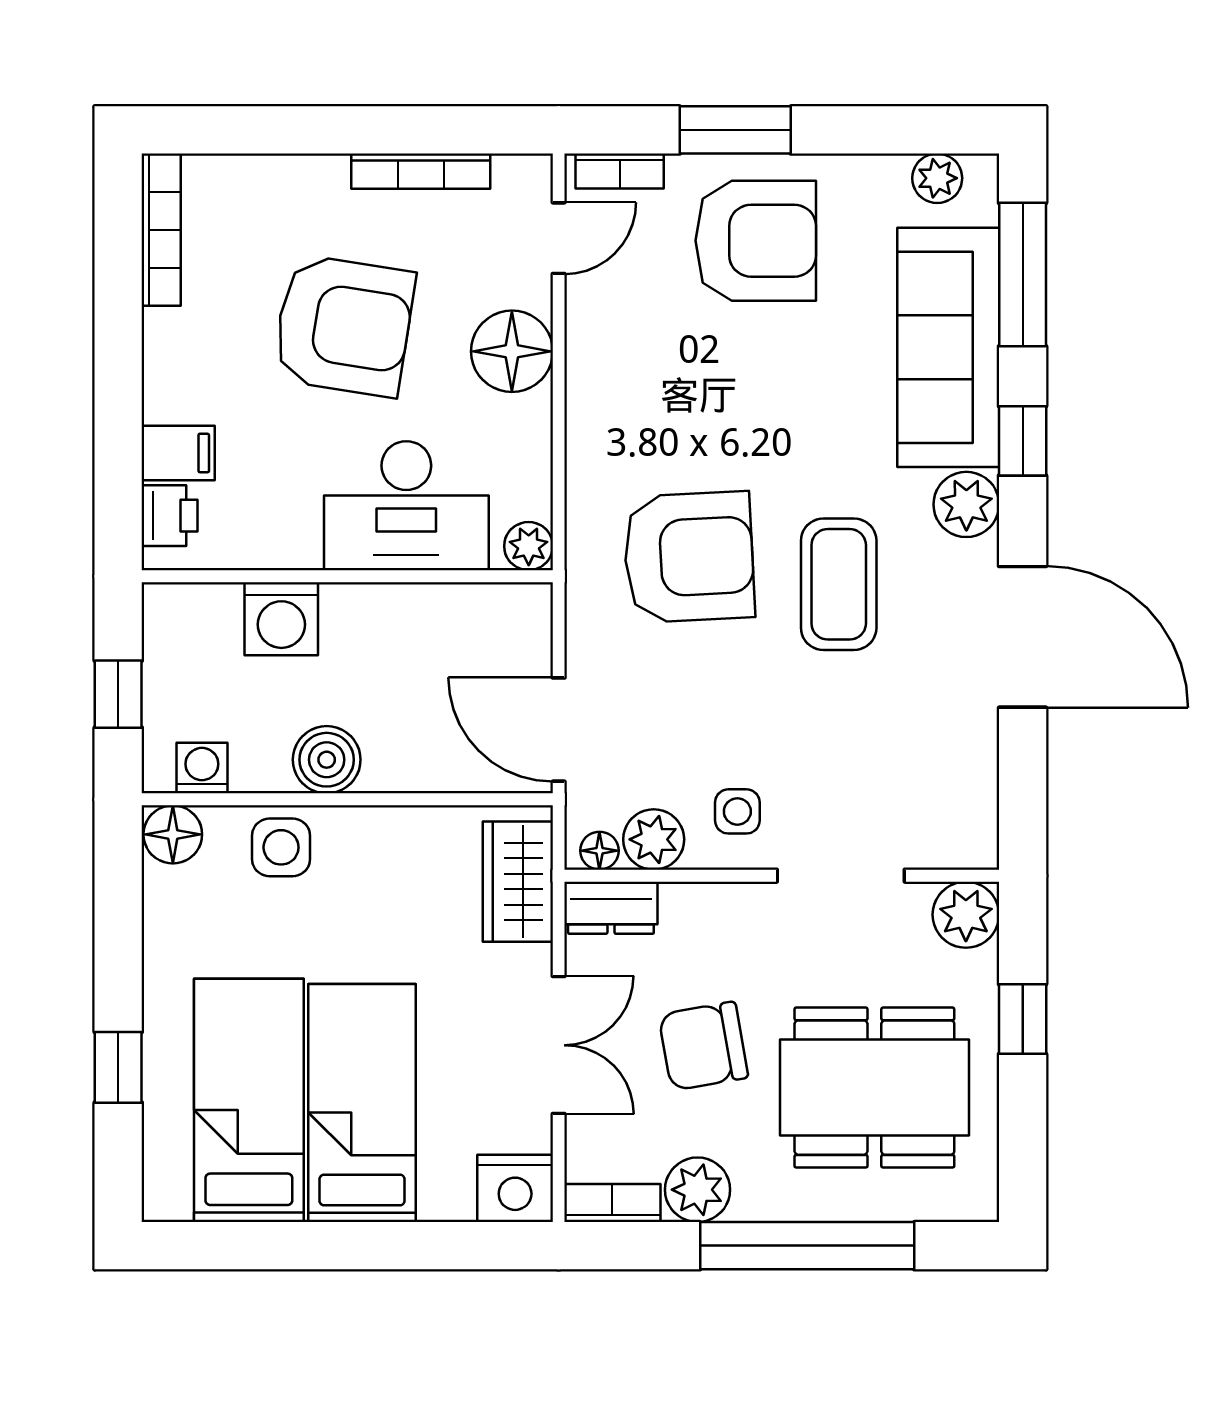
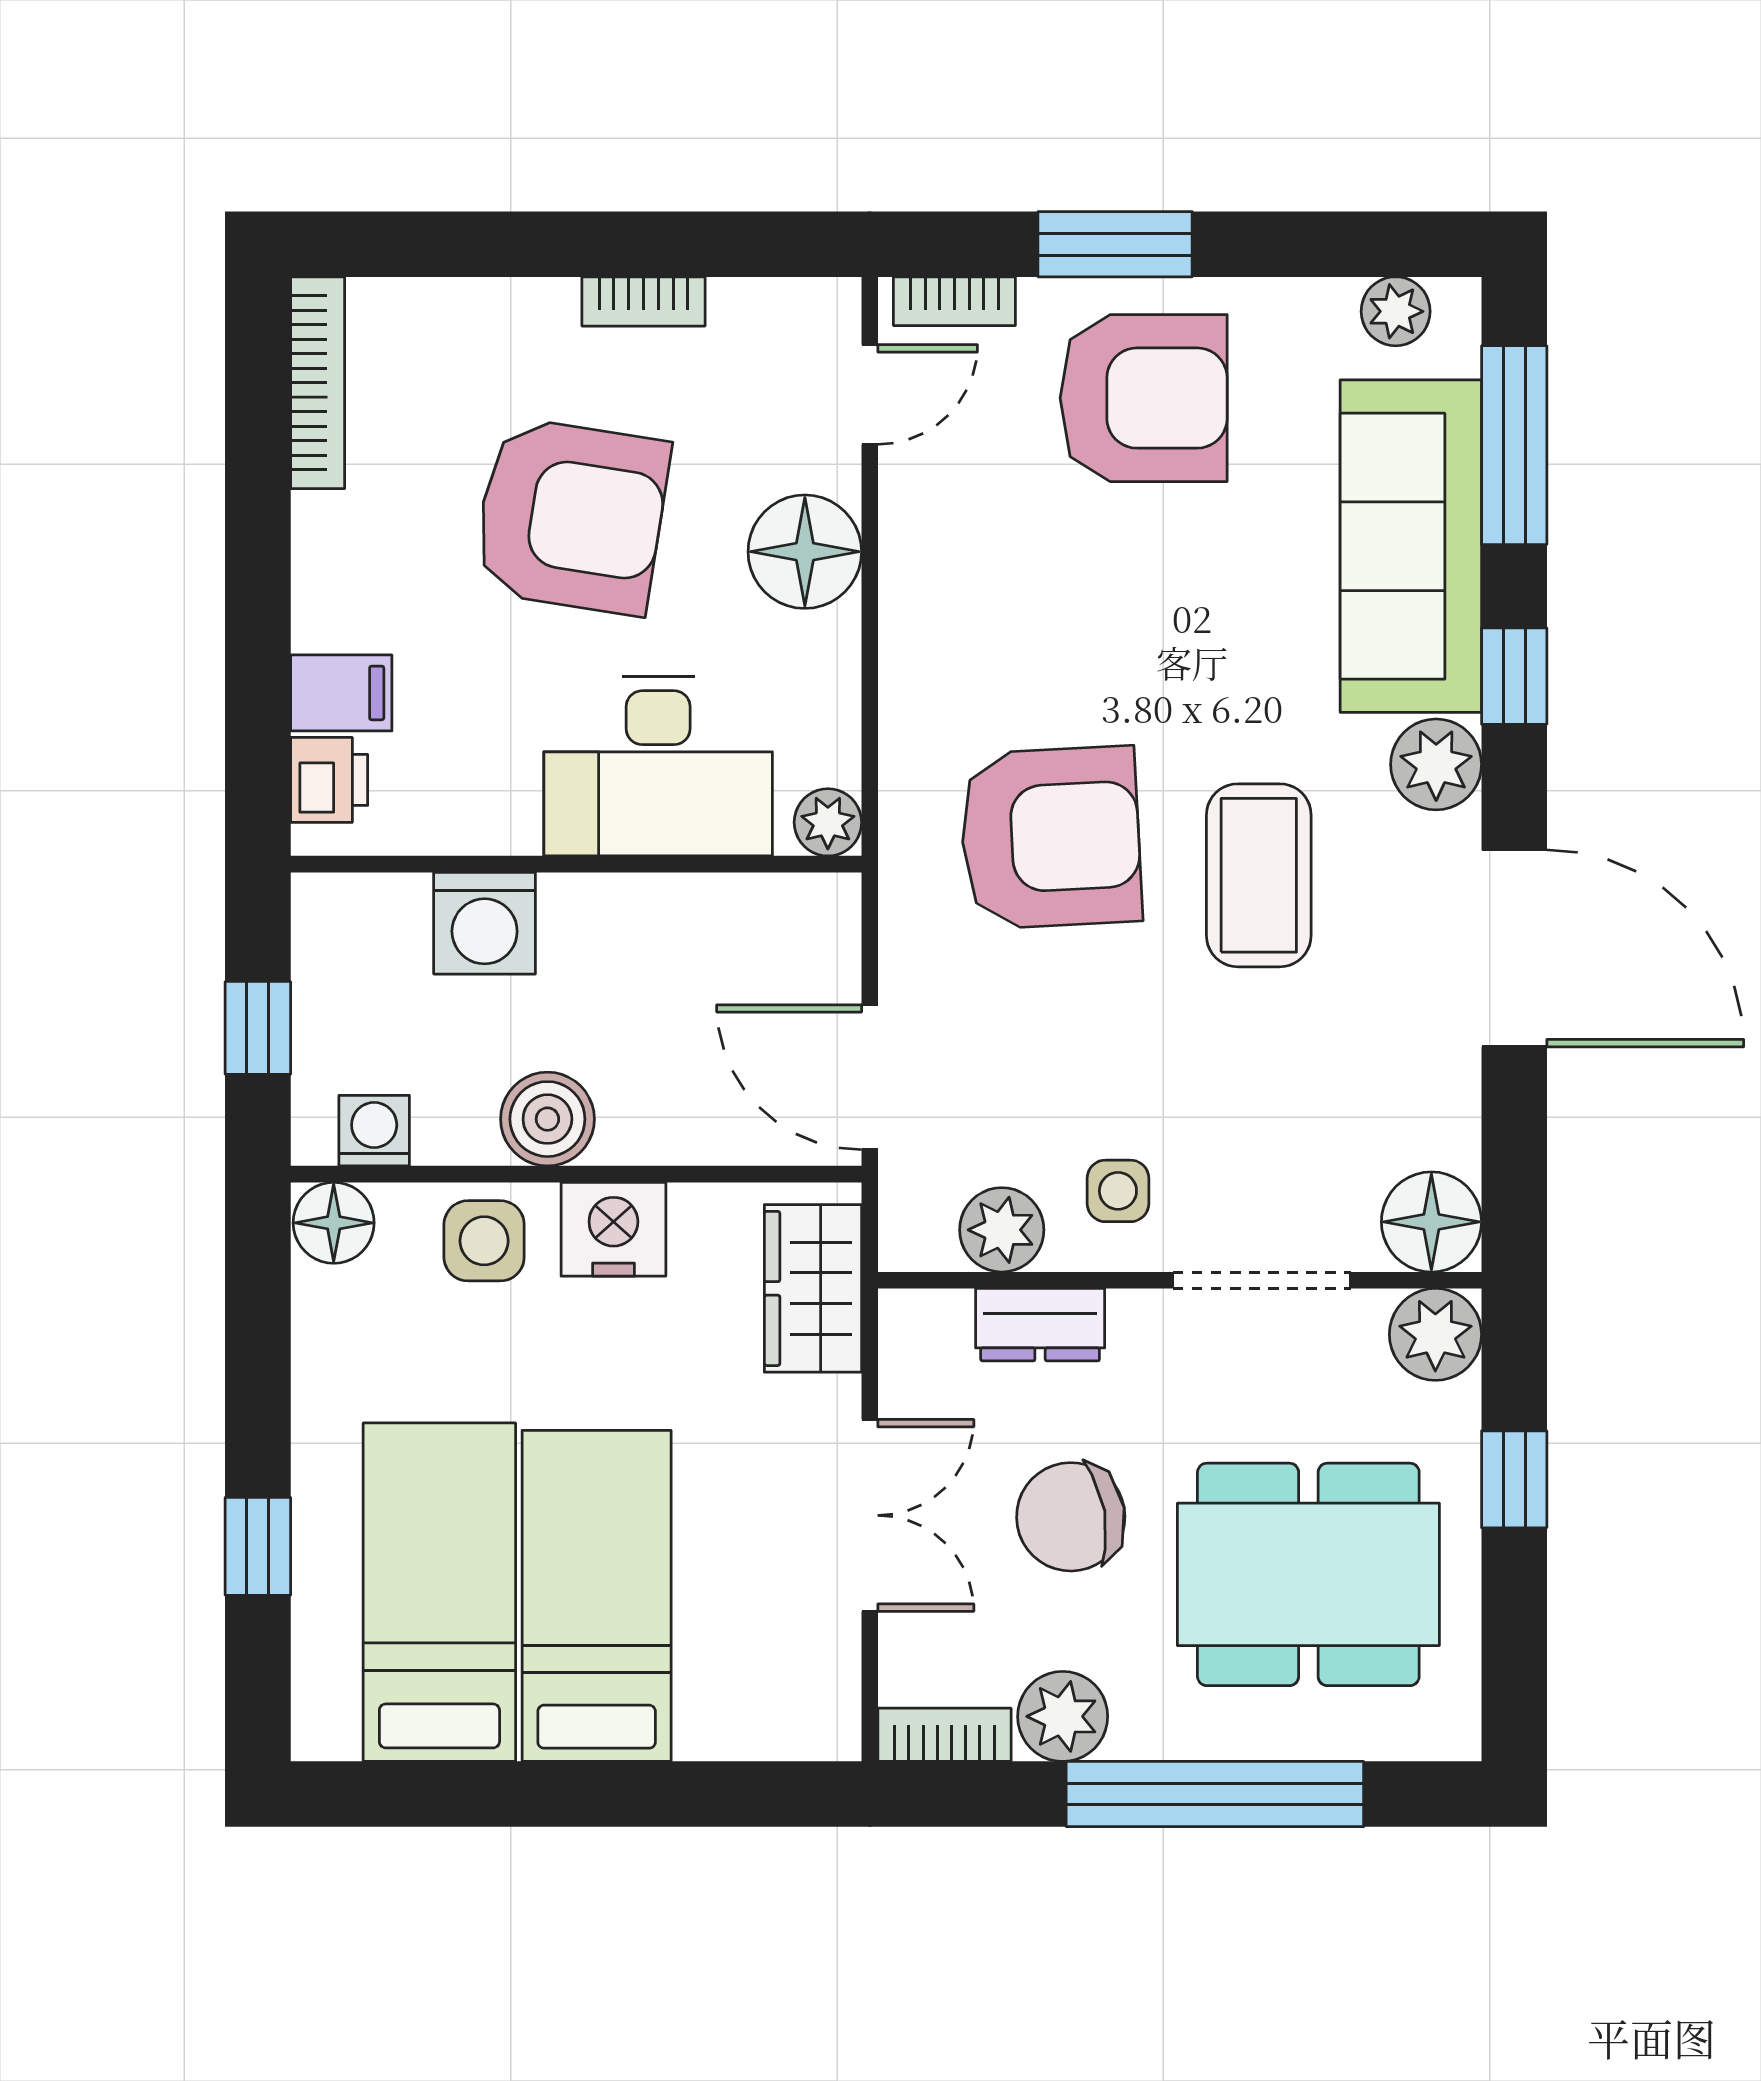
bookcase: (421, 171) -> (644, 301), width x0.64
floor lamp: (599, 851) -> (1431, 1222), moved, width x1.89, depth x1.89
dresser: (611, 908) -> (1040, 1325), moved
nightstand: (515, 1188) -> (613, 1229), moved, turned 180

